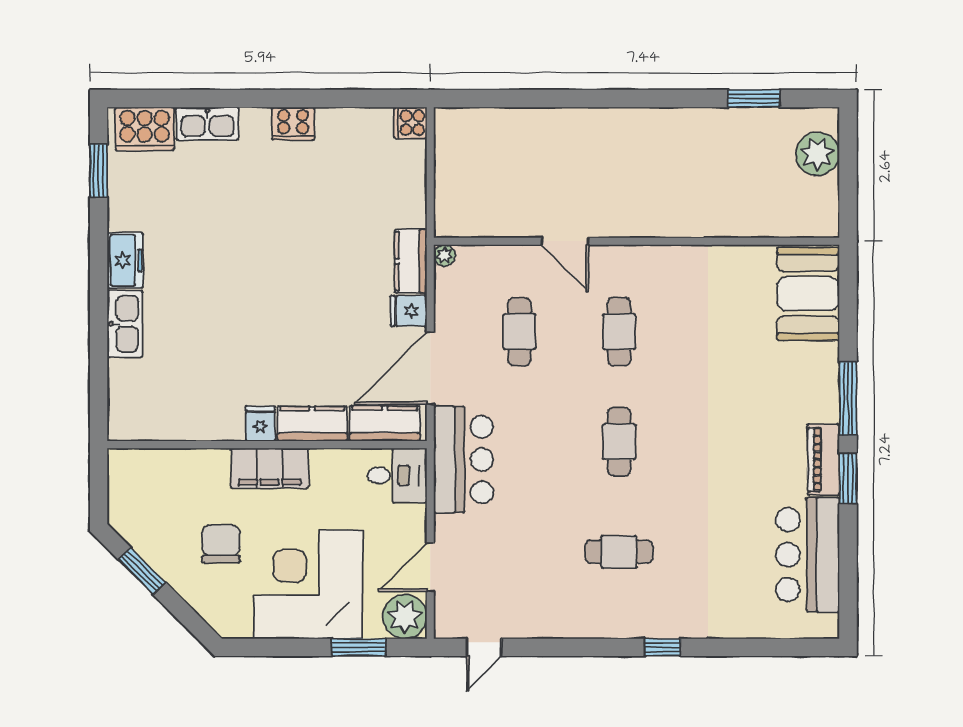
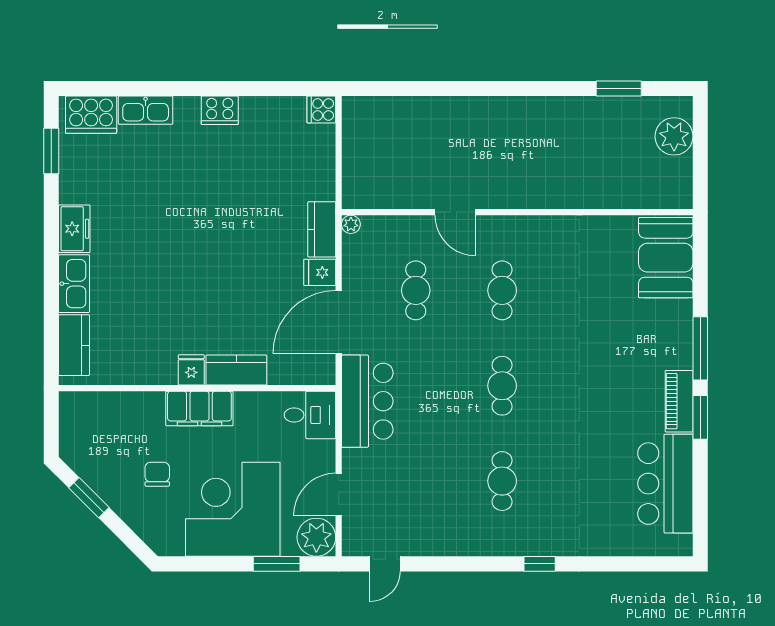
kitchen counter: (385, 424) -> (74, 345), moved, turned 90
chair: (221, 544) -> (157, 474), width x0.73, depth x0.73
cafe table: (619, 552) -> (502, 481), turned 90

